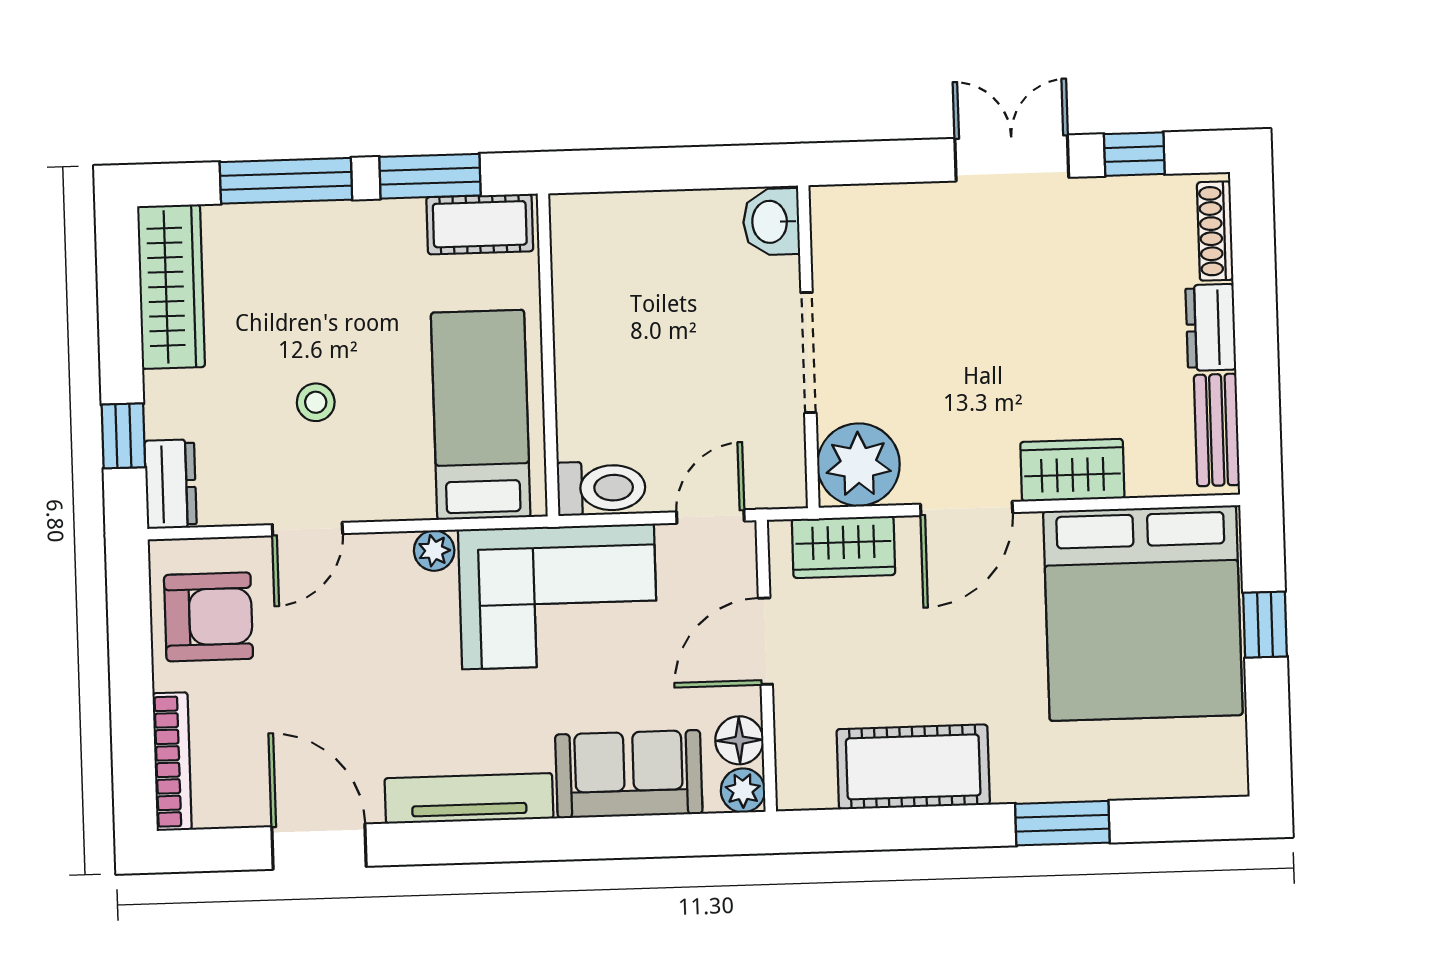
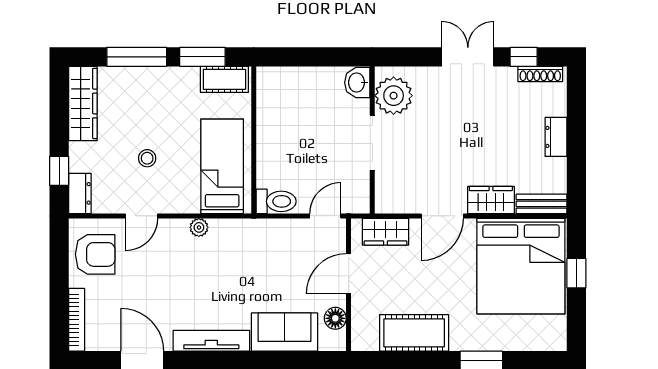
shoe rack: (1215, 231) -> (540, 74), moved, turned -90
bench: (1217, 430) -> (542, 204), moved, turned 90
plant: (858, 465) -> (394, 96), moved
corner sofa: (558, 596) -> (255, 250), removed
plant: (743, 790) -> (336, 341), removed

